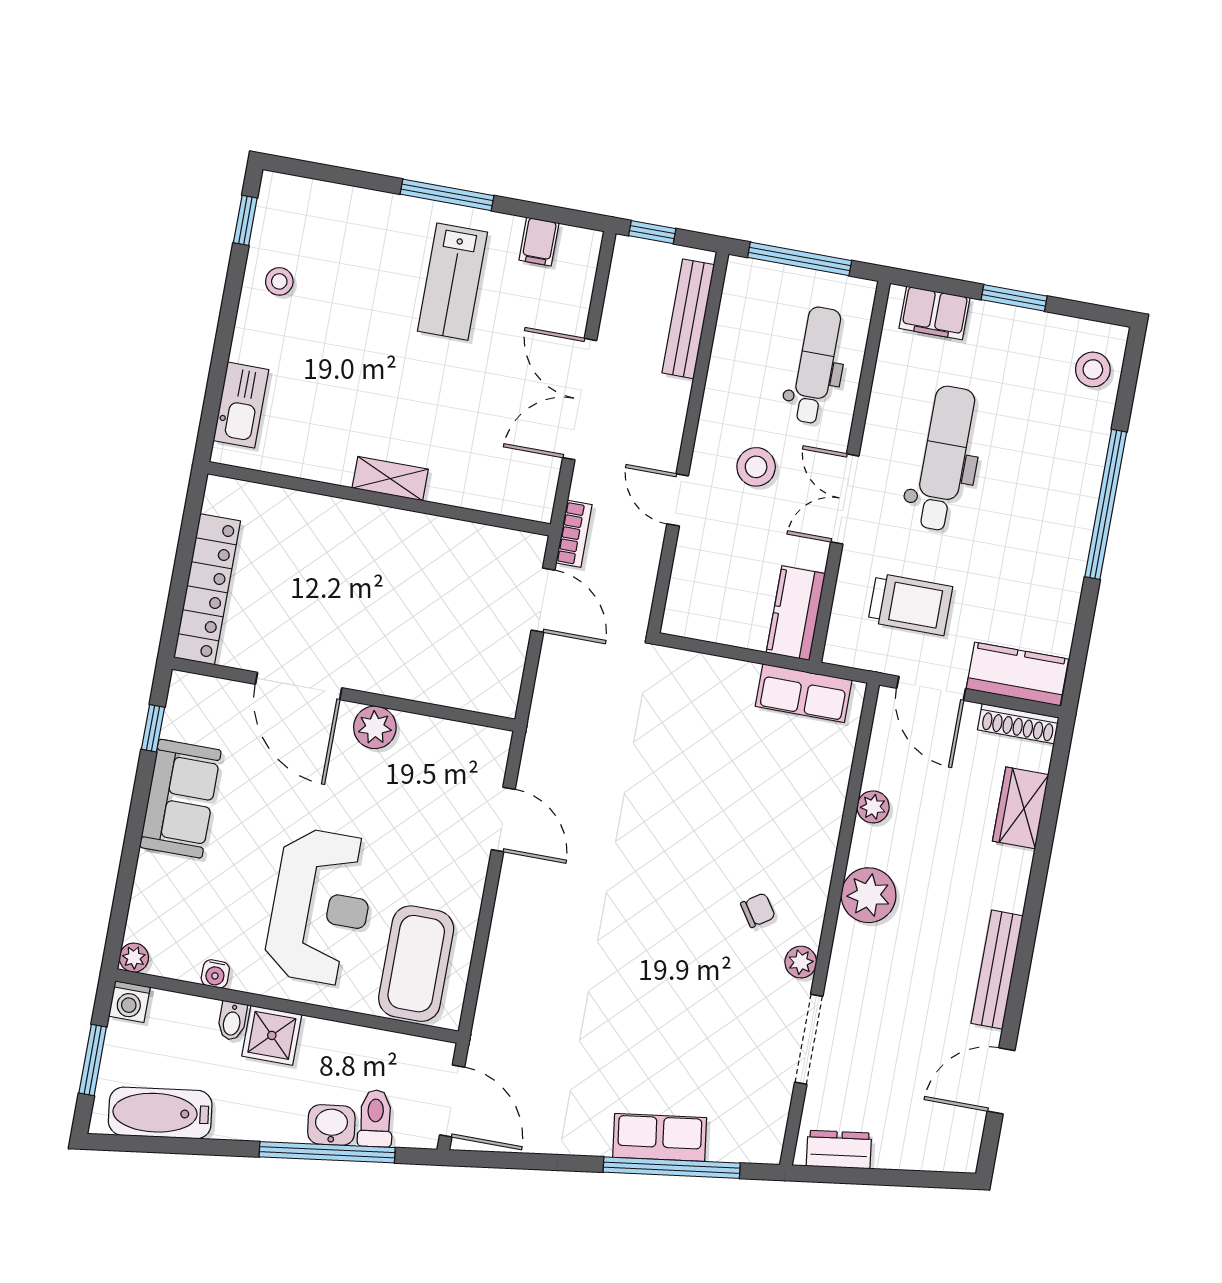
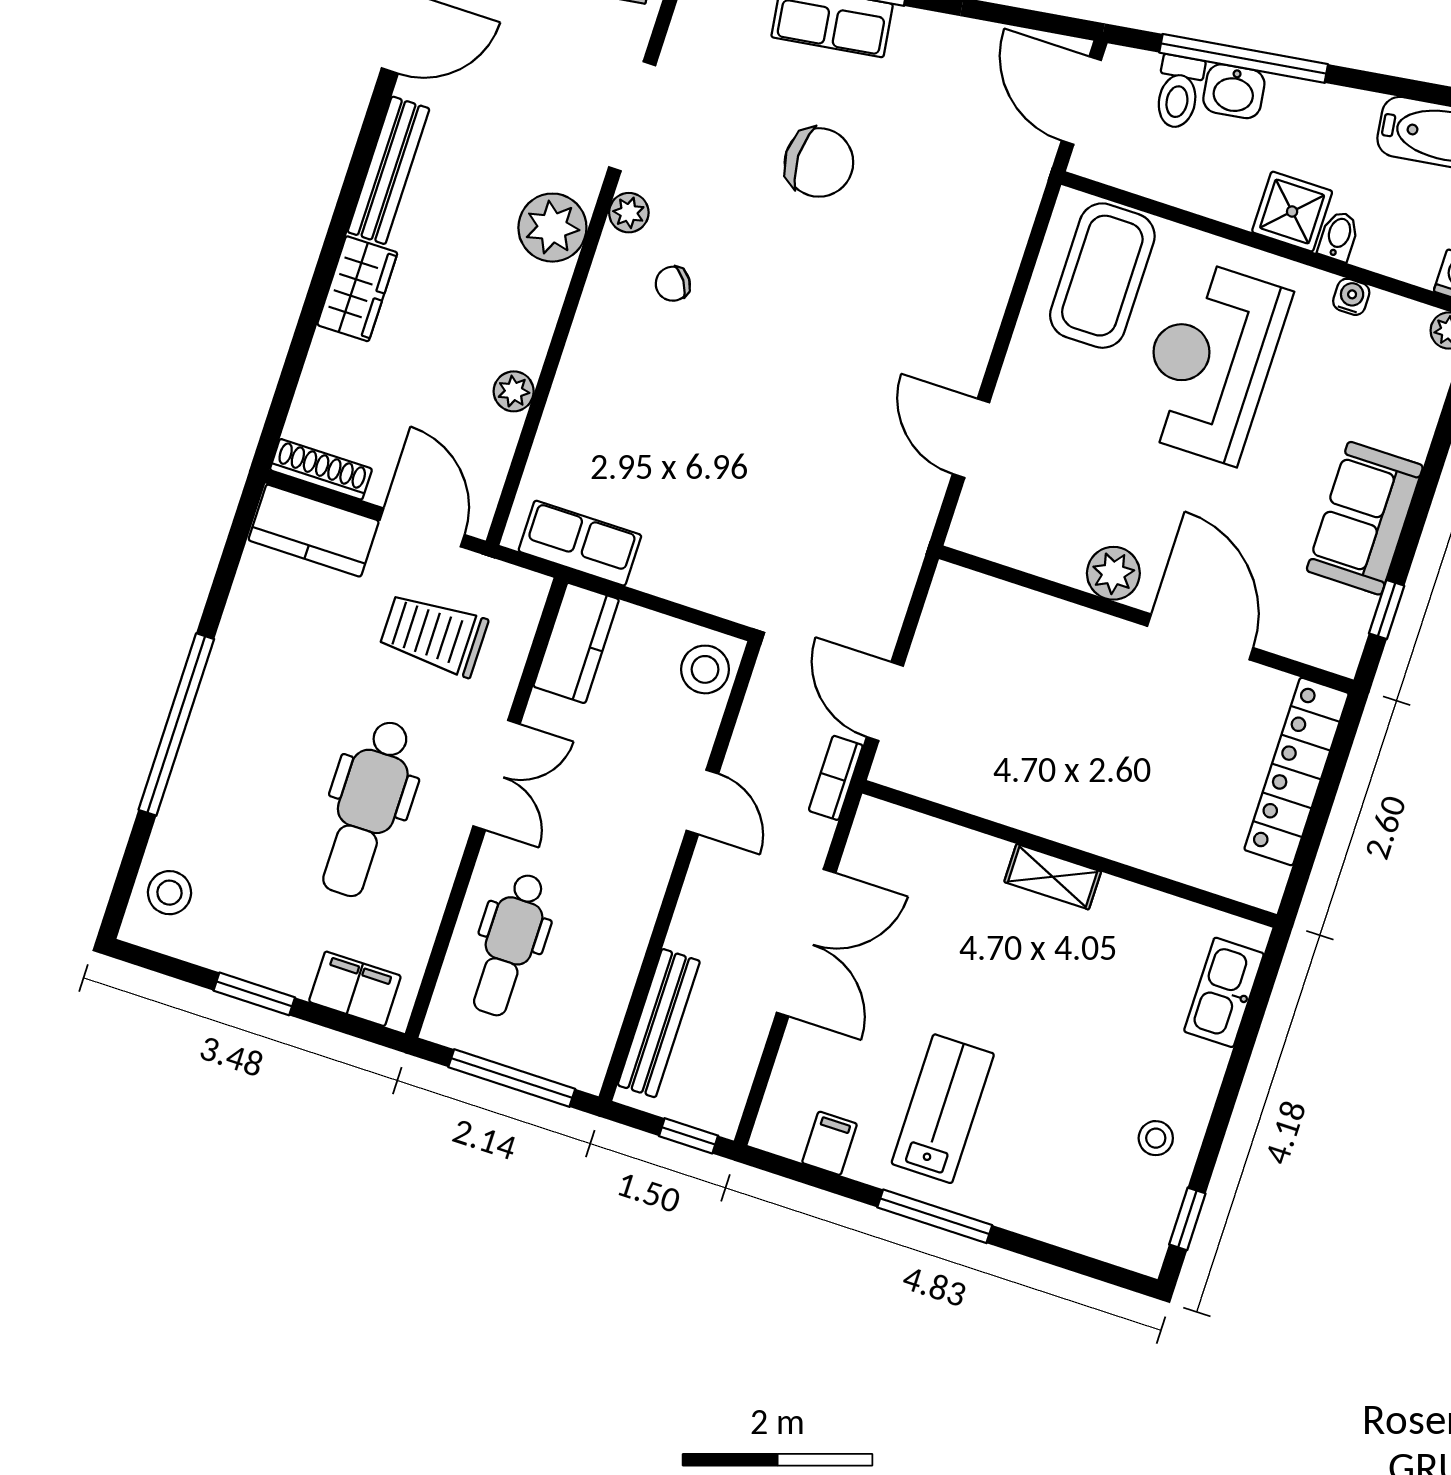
stool: (756, 467) -> (705, 669), moved
wardrobe: (1021, 808) -> (357, 289), moved
plant: (869, 895) -> (552, 228), moved
chair: (655, 1023) -> (819, 162), added

